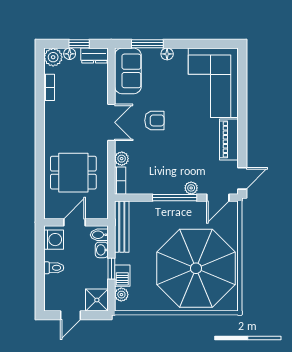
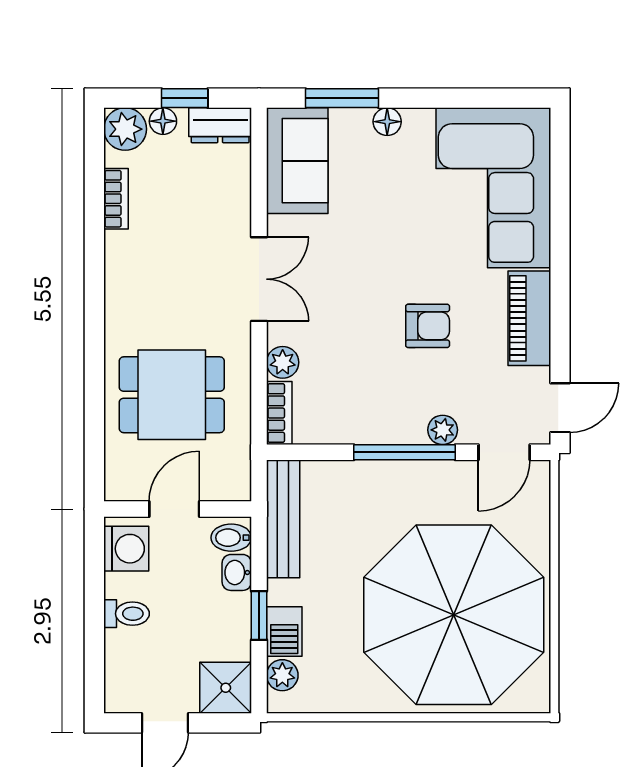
armchair: (154, 120) -> (428, 326), moved

